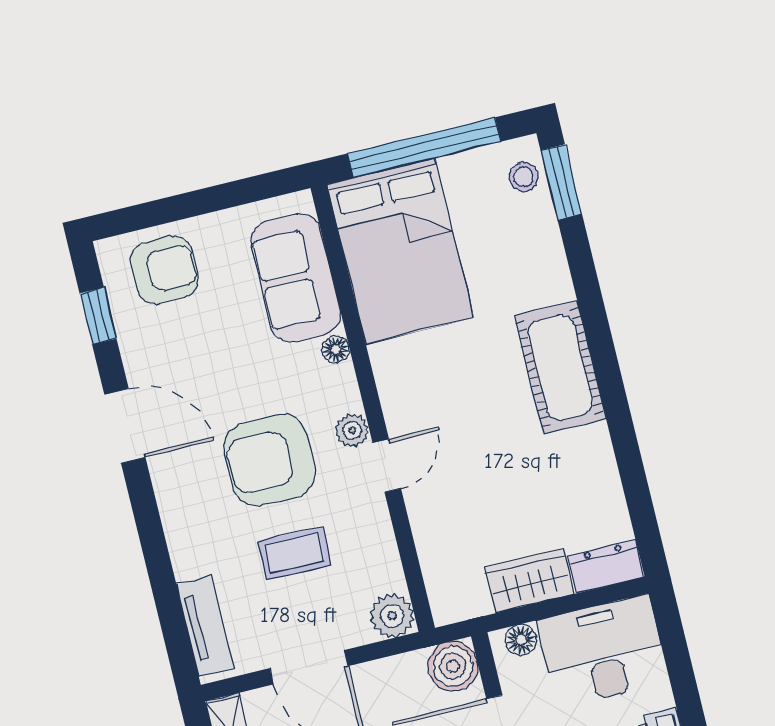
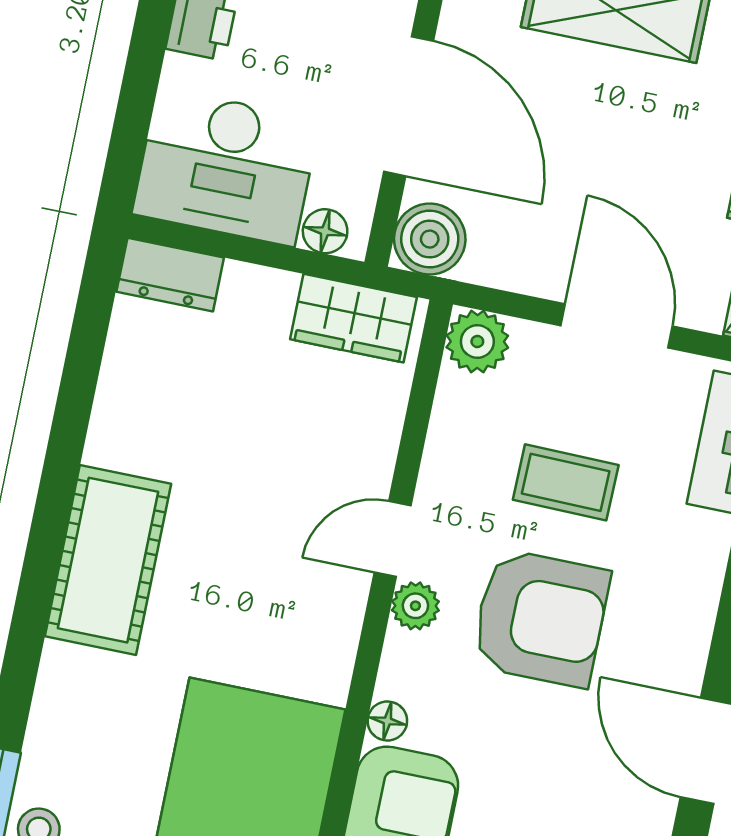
wardrobe: (529, 581) -> (353, 318), moved

